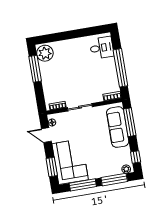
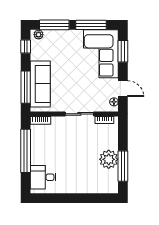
plant: (45, 53) -> (109, 159), moved

